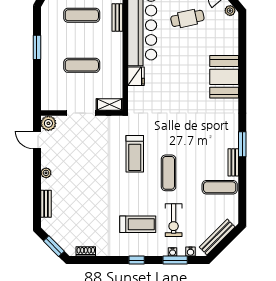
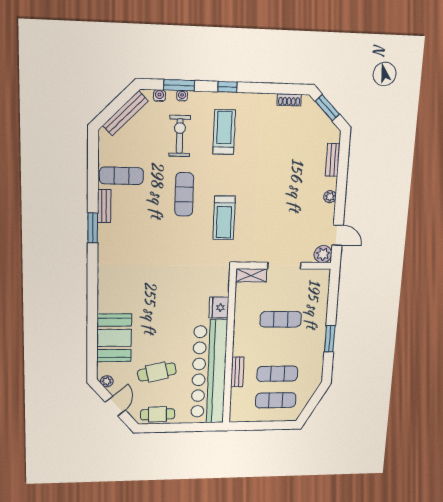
booth: (224, 77) -> (114, 338), moved
treadmill: (135, 154) -> (224, 218), turned 180
treadmill: (138, 224) -> (224, 132), turned 90

